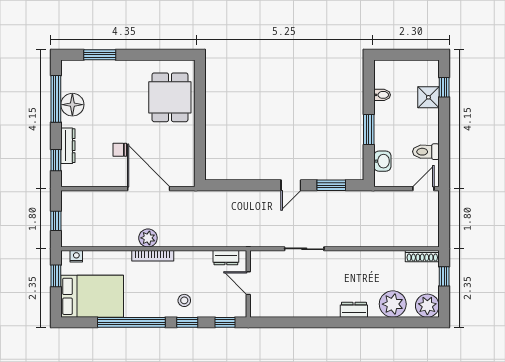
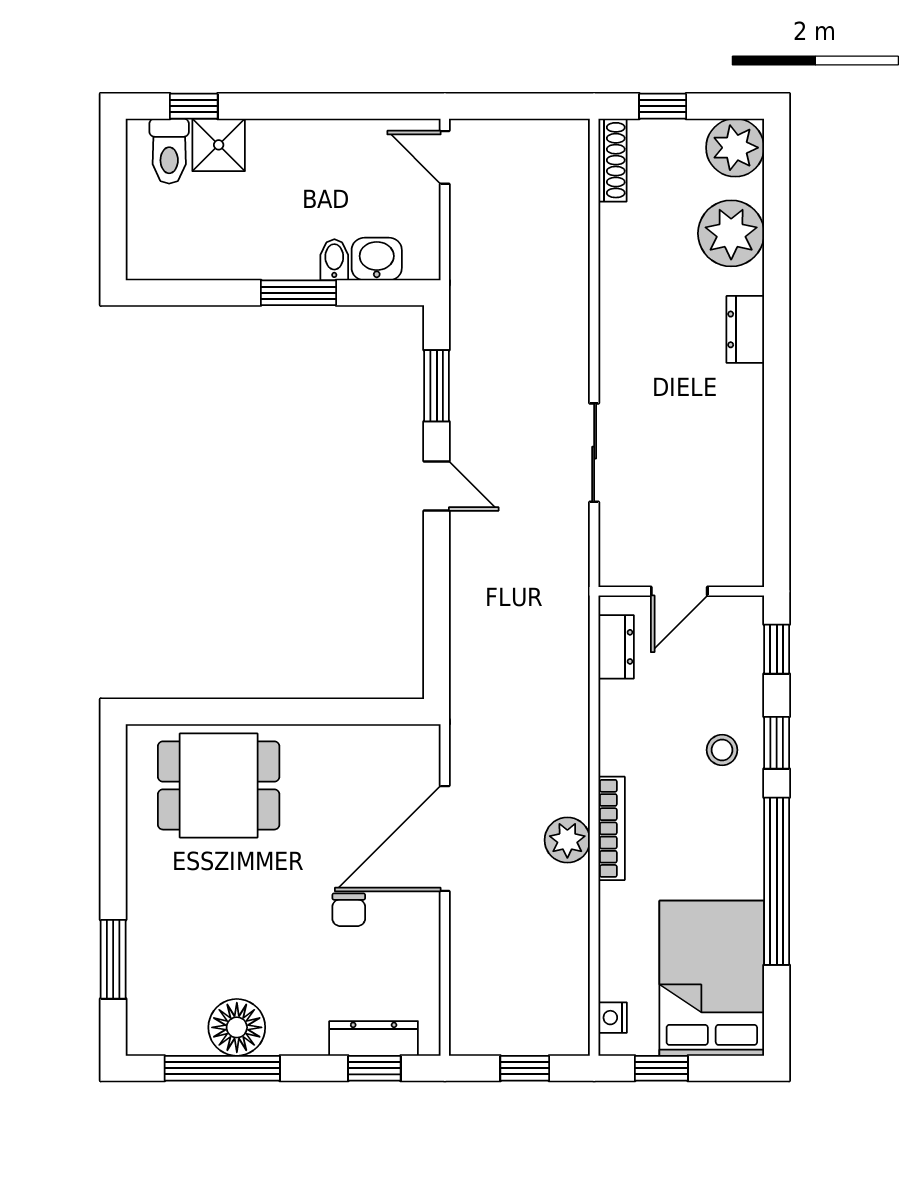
bidet: (382, 95) -> (334, 260), moved
dresser: (68, 146) -> (374, 1038), moved
toilet: (426, 152) -> (169, 151), moved

